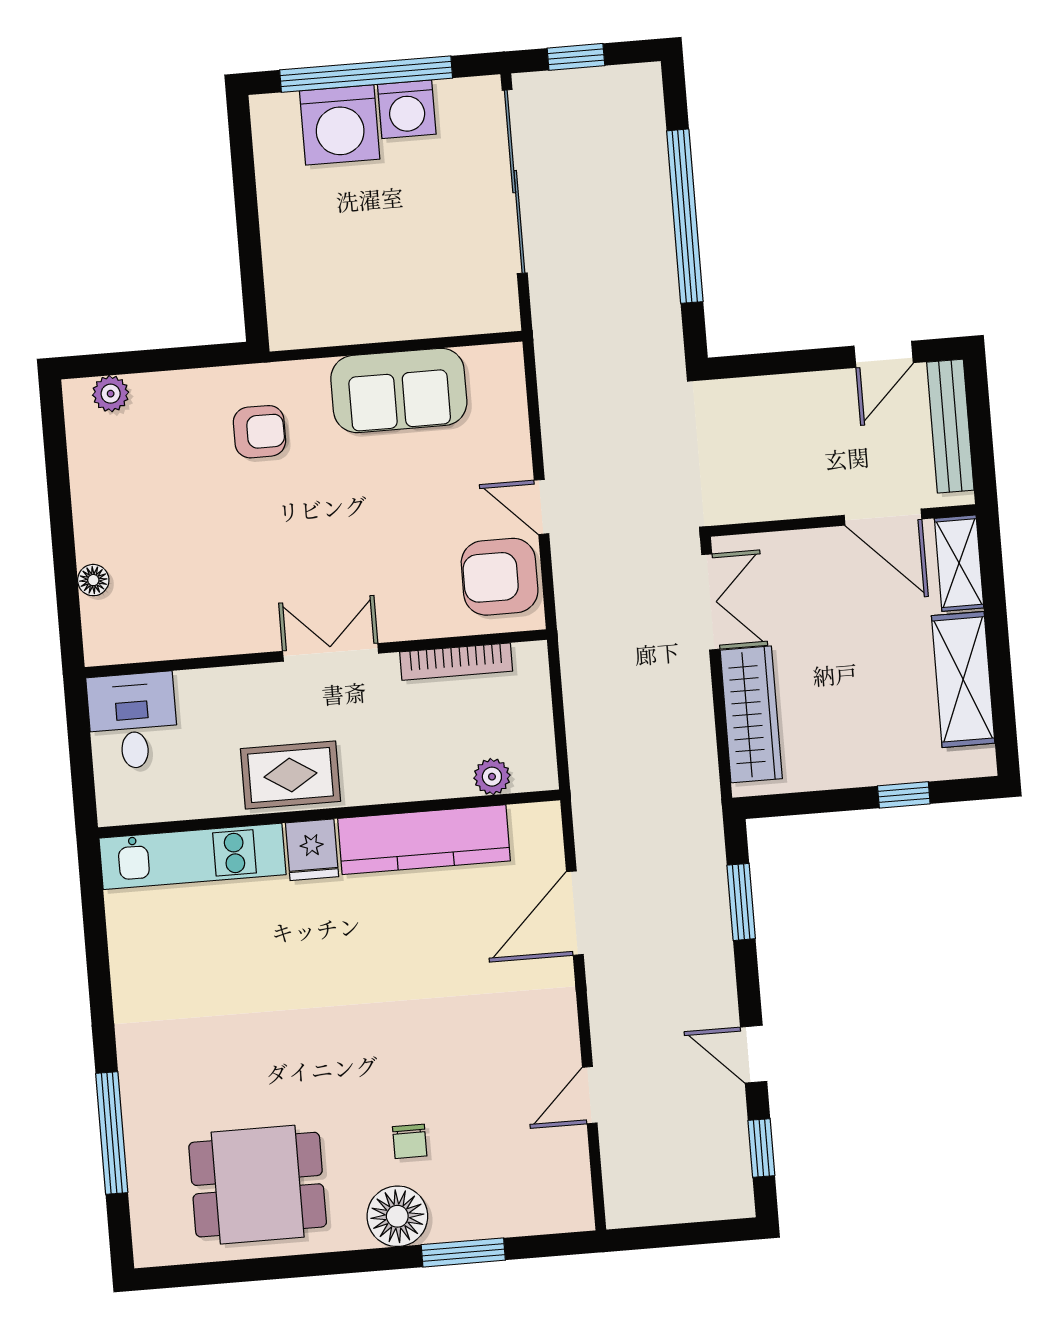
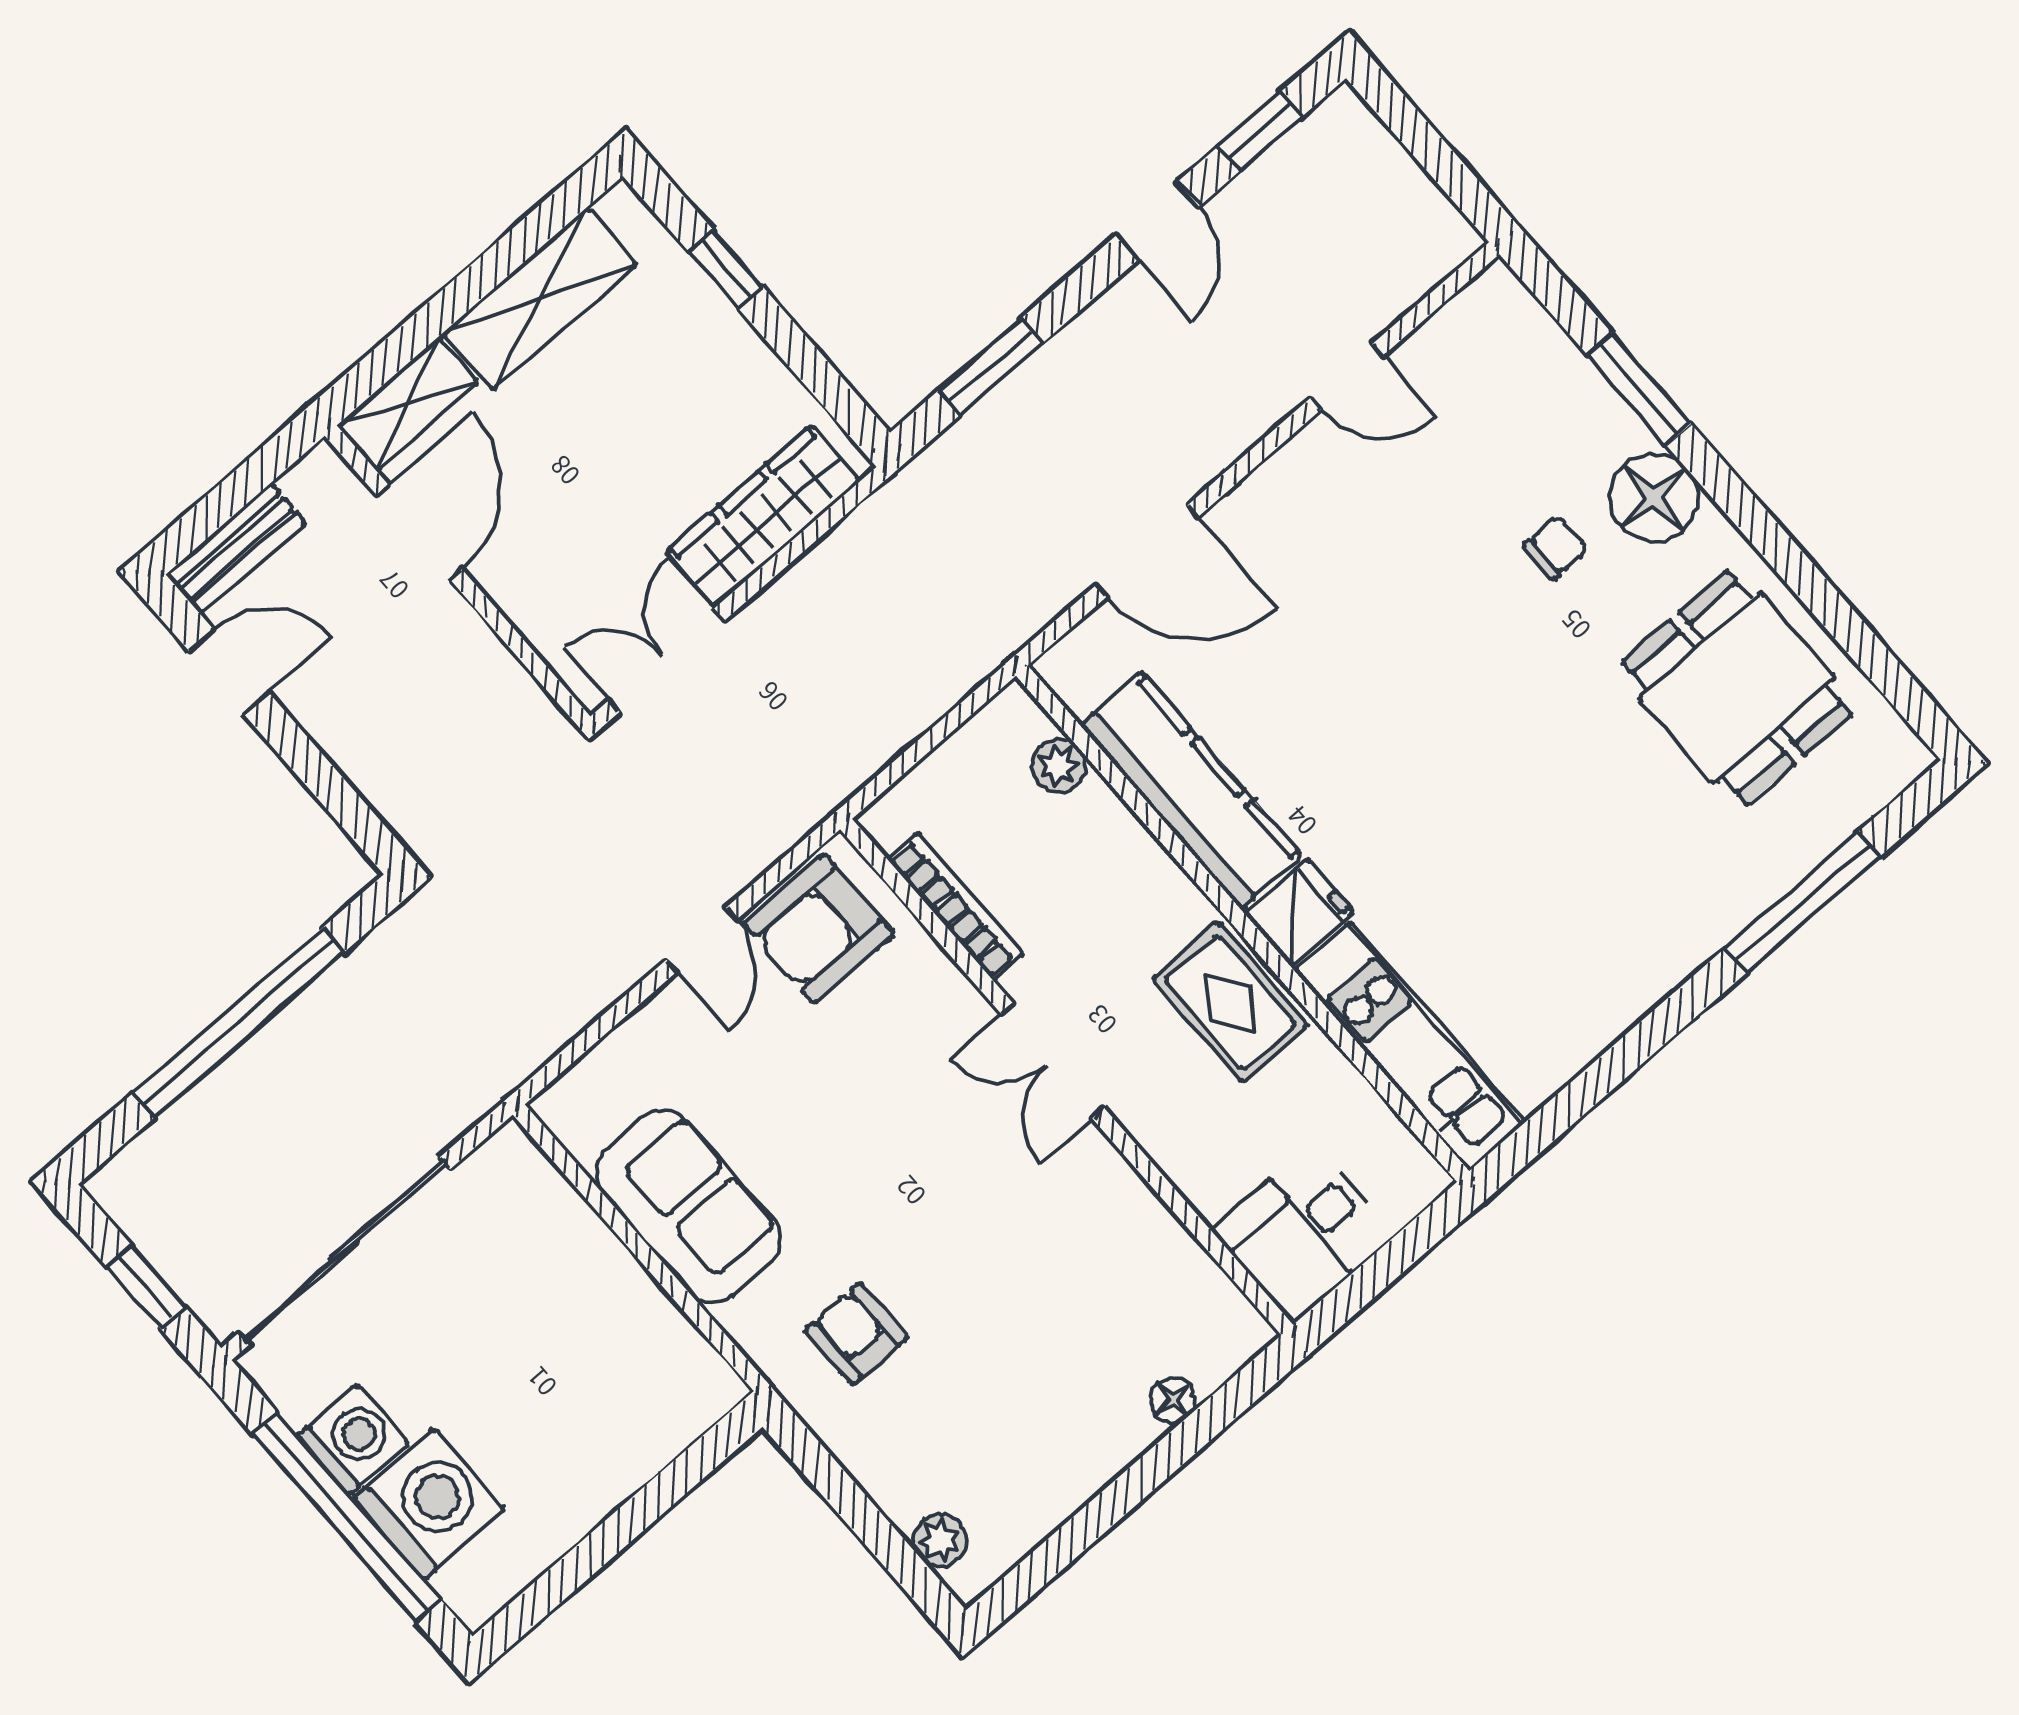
bench: (950, 426) -> (236, 549), width x0.73
armchair: (500, 577) -> (819, 929), turned 90

